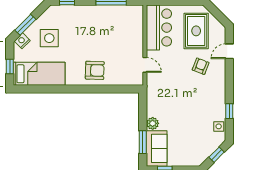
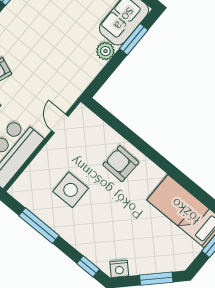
side table: (49, 38) -> (71, 190), moved
nightstand: (22, 41) -> (119, 269), moved

